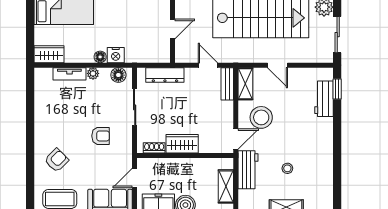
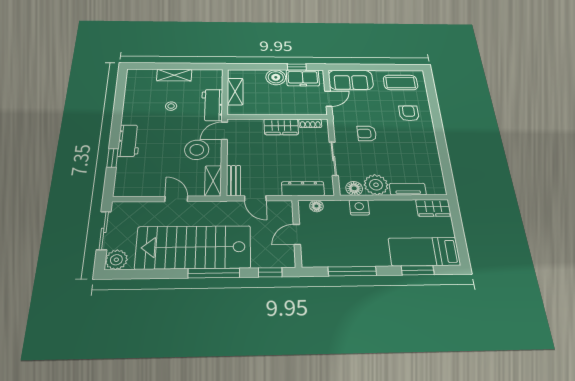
floor lamp: (100, 57) -> (316, 206), moved
plant: (93, 73) -> (376, 185), width x1.87, depth x1.87
window: (337, 89) -> (112, 158), moved
workbench: (324, 99) -> (129, 141), moved
armchair: (57, 160) -> (409, 113), turned 135

